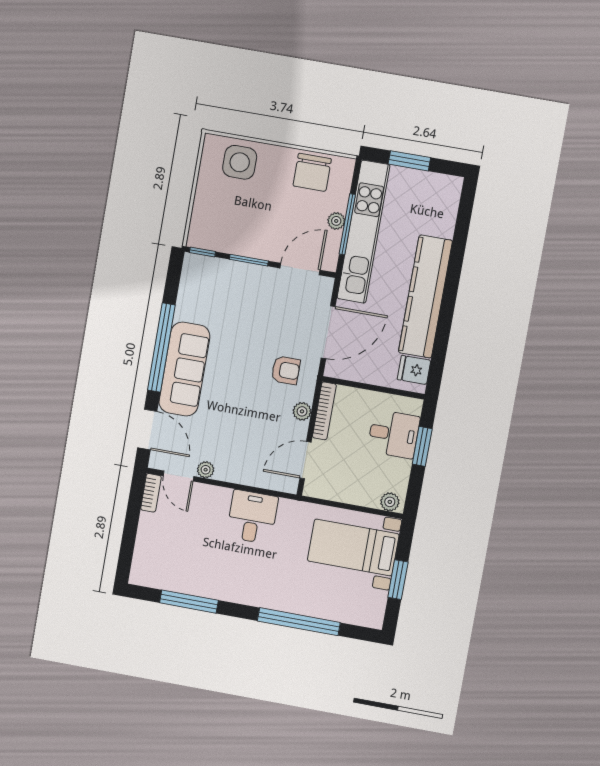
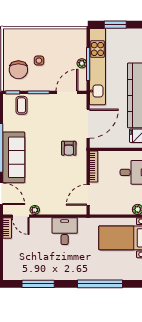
side table: (240, 162) -> (39, 61), moved, width x0.54, depth x0.54
chair: (312, 172) -> (18, 70), moved
coffee table: (214, 278) -> (21, 105), added
armchair: (286, 370) -> (69, 148), turned 90
plant: (302, 411) -> (82, 169), removed

